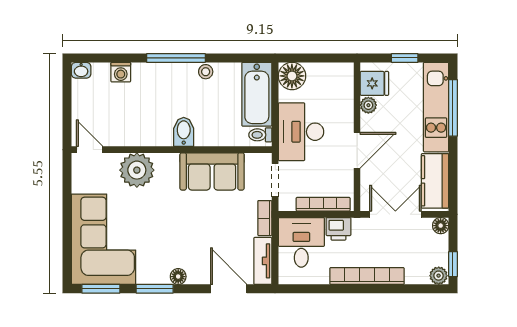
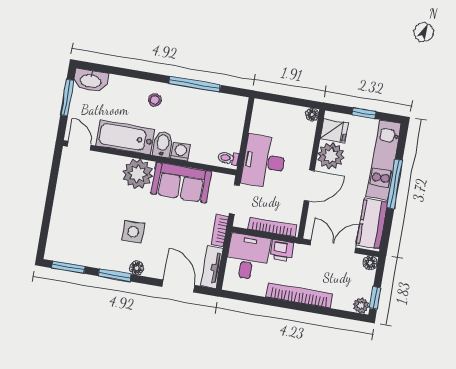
window: (176, 58) -> (195, 84), moved
washbasin: (81, 70) -> (91, 81), width x1.91, depth x1.45
washing machine: (121, 72) -> (181, 151), moved, turned 180
stool: (206, 72) -> (155, 100), moved
floor lamp: (292, 76) -> (312, 115), moved, width x0.53, depth x0.53
bathtub: (257, 94) -> (125, 137), moved, turned 90
window: (67, 98) -> (67, 98), added
plant: (368, 105) -> (331, 156), width x1.88, depth x1.88
window: (453, 108) -> (395, 184), moved
plant: (137, 170) -> (138, 174), moved
side table: (167, 236) -> (133, 232), added
corner sofa: (103, 239) -> (78, 225), removed

